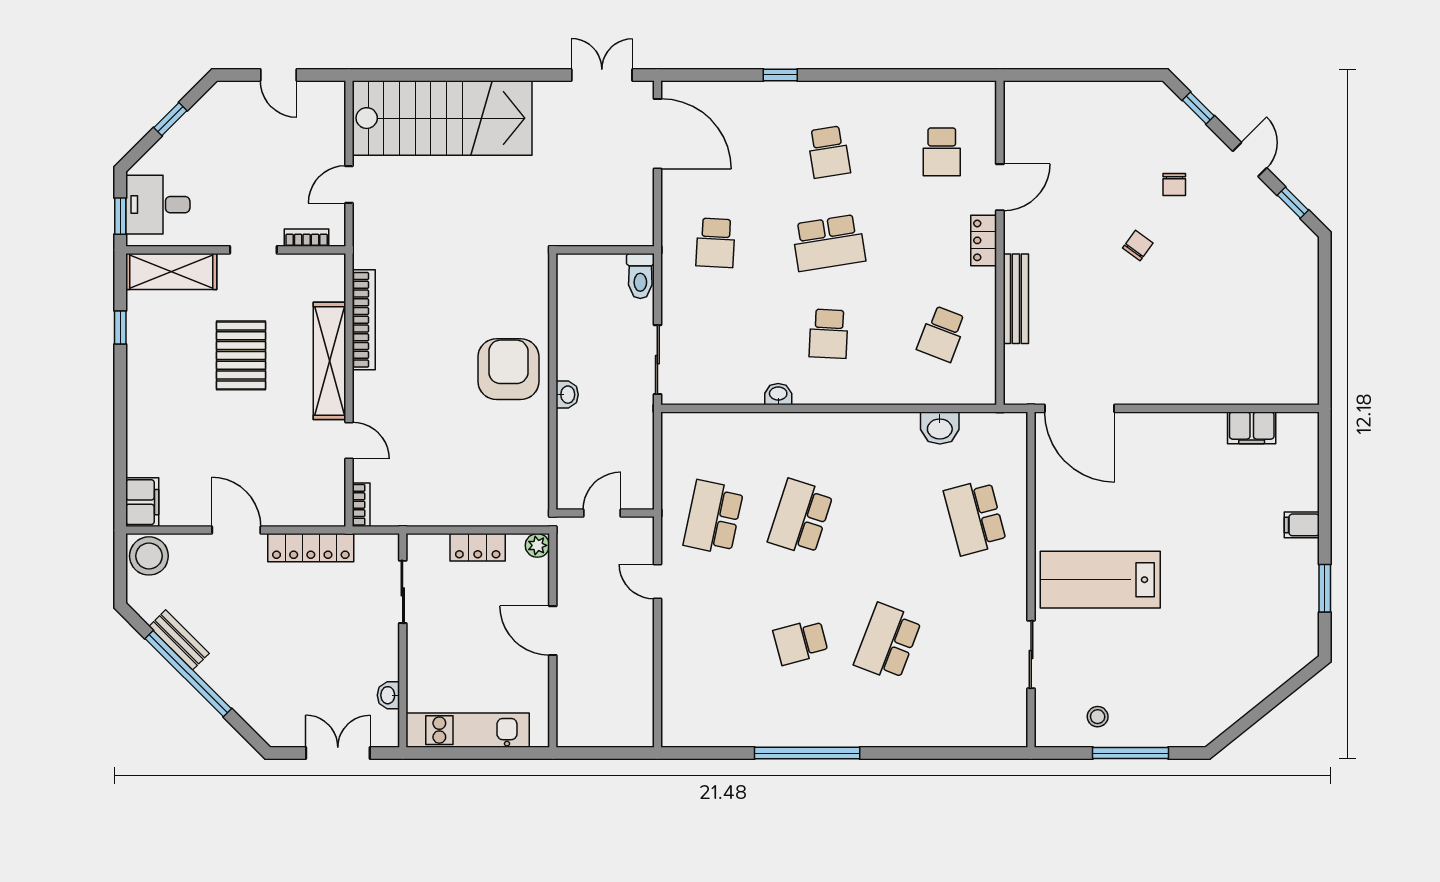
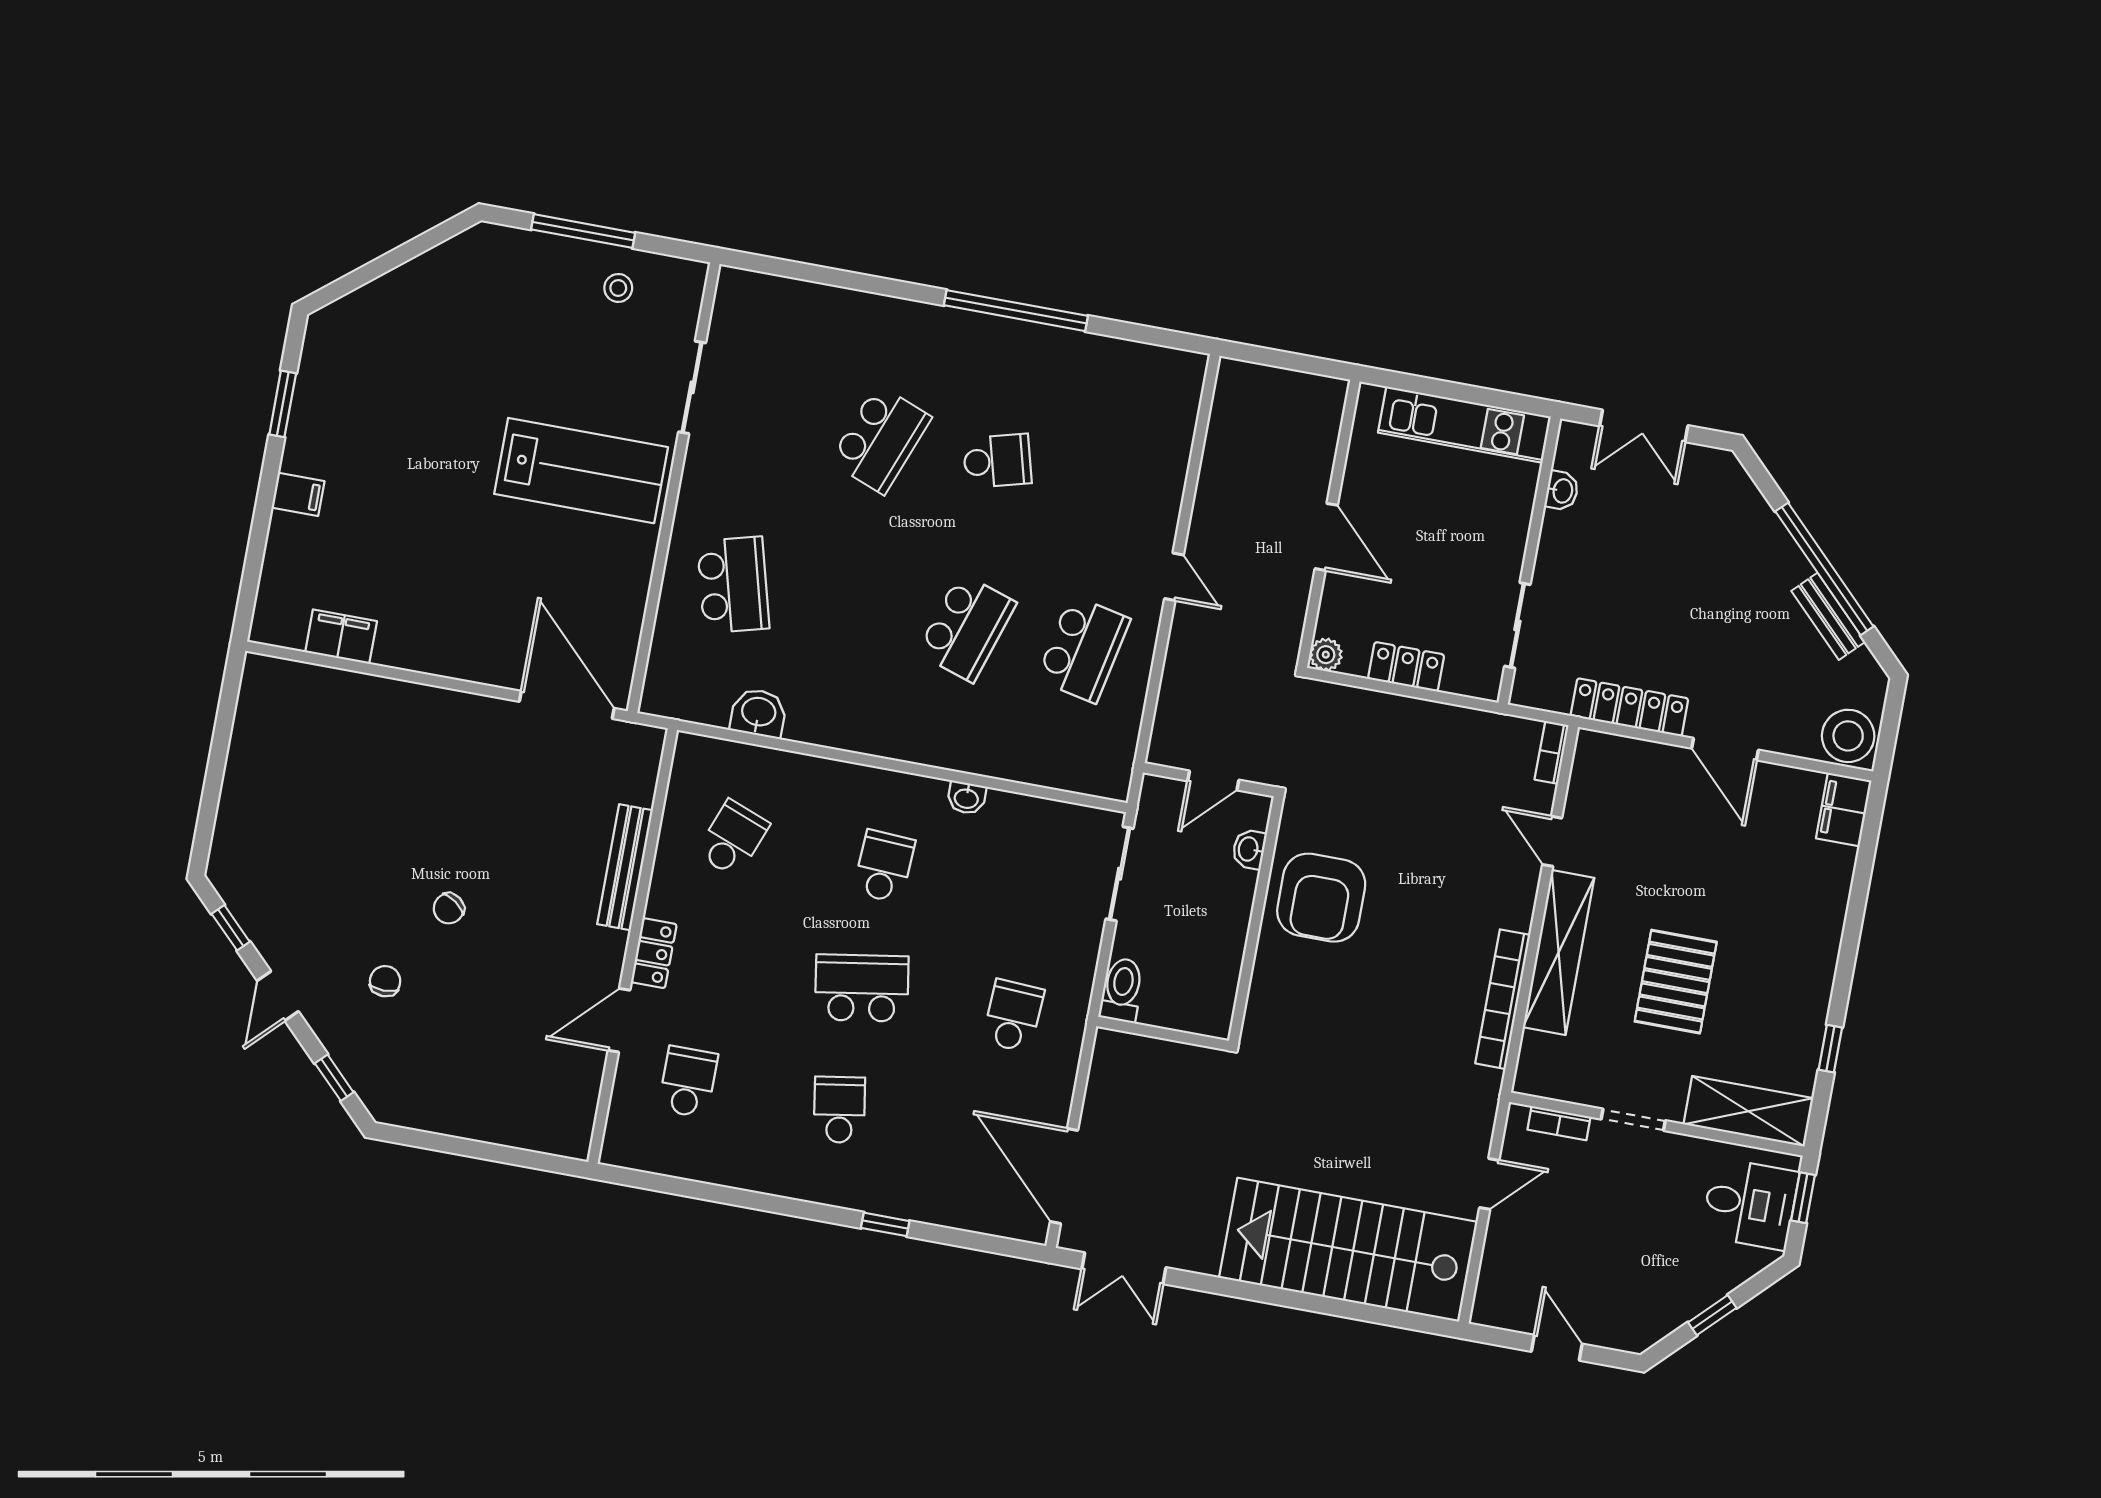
door: (602, 513) -> (1213, 780), moved
wall: (605, 513) -> (1209, 780), moved

